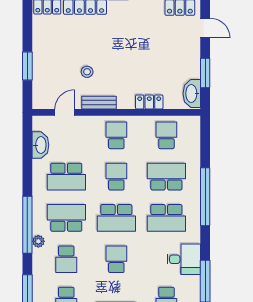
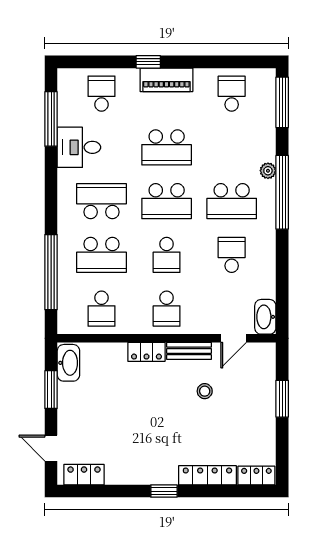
locker: (149, 102) -> (146, 352), moved
washbasin: (40, 145) -> (265, 317), moved
school desk: (66, 177) -> (232, 255), width x0.54
window: (205, 197) -> (51, 272), moved
school desk: (116, 218) -> (167, 201), turned 180
school desk: (66, 259) -> (232, 147), removed
school desk: (116, 259) -> (167, 147), width x1.85

